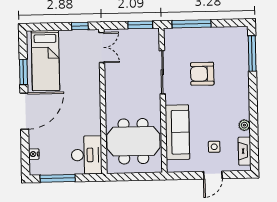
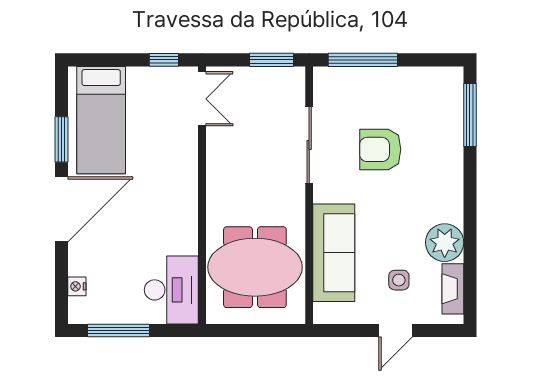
plant: (244, 125) -> (445, 243), width x1.88, depth x1.88

